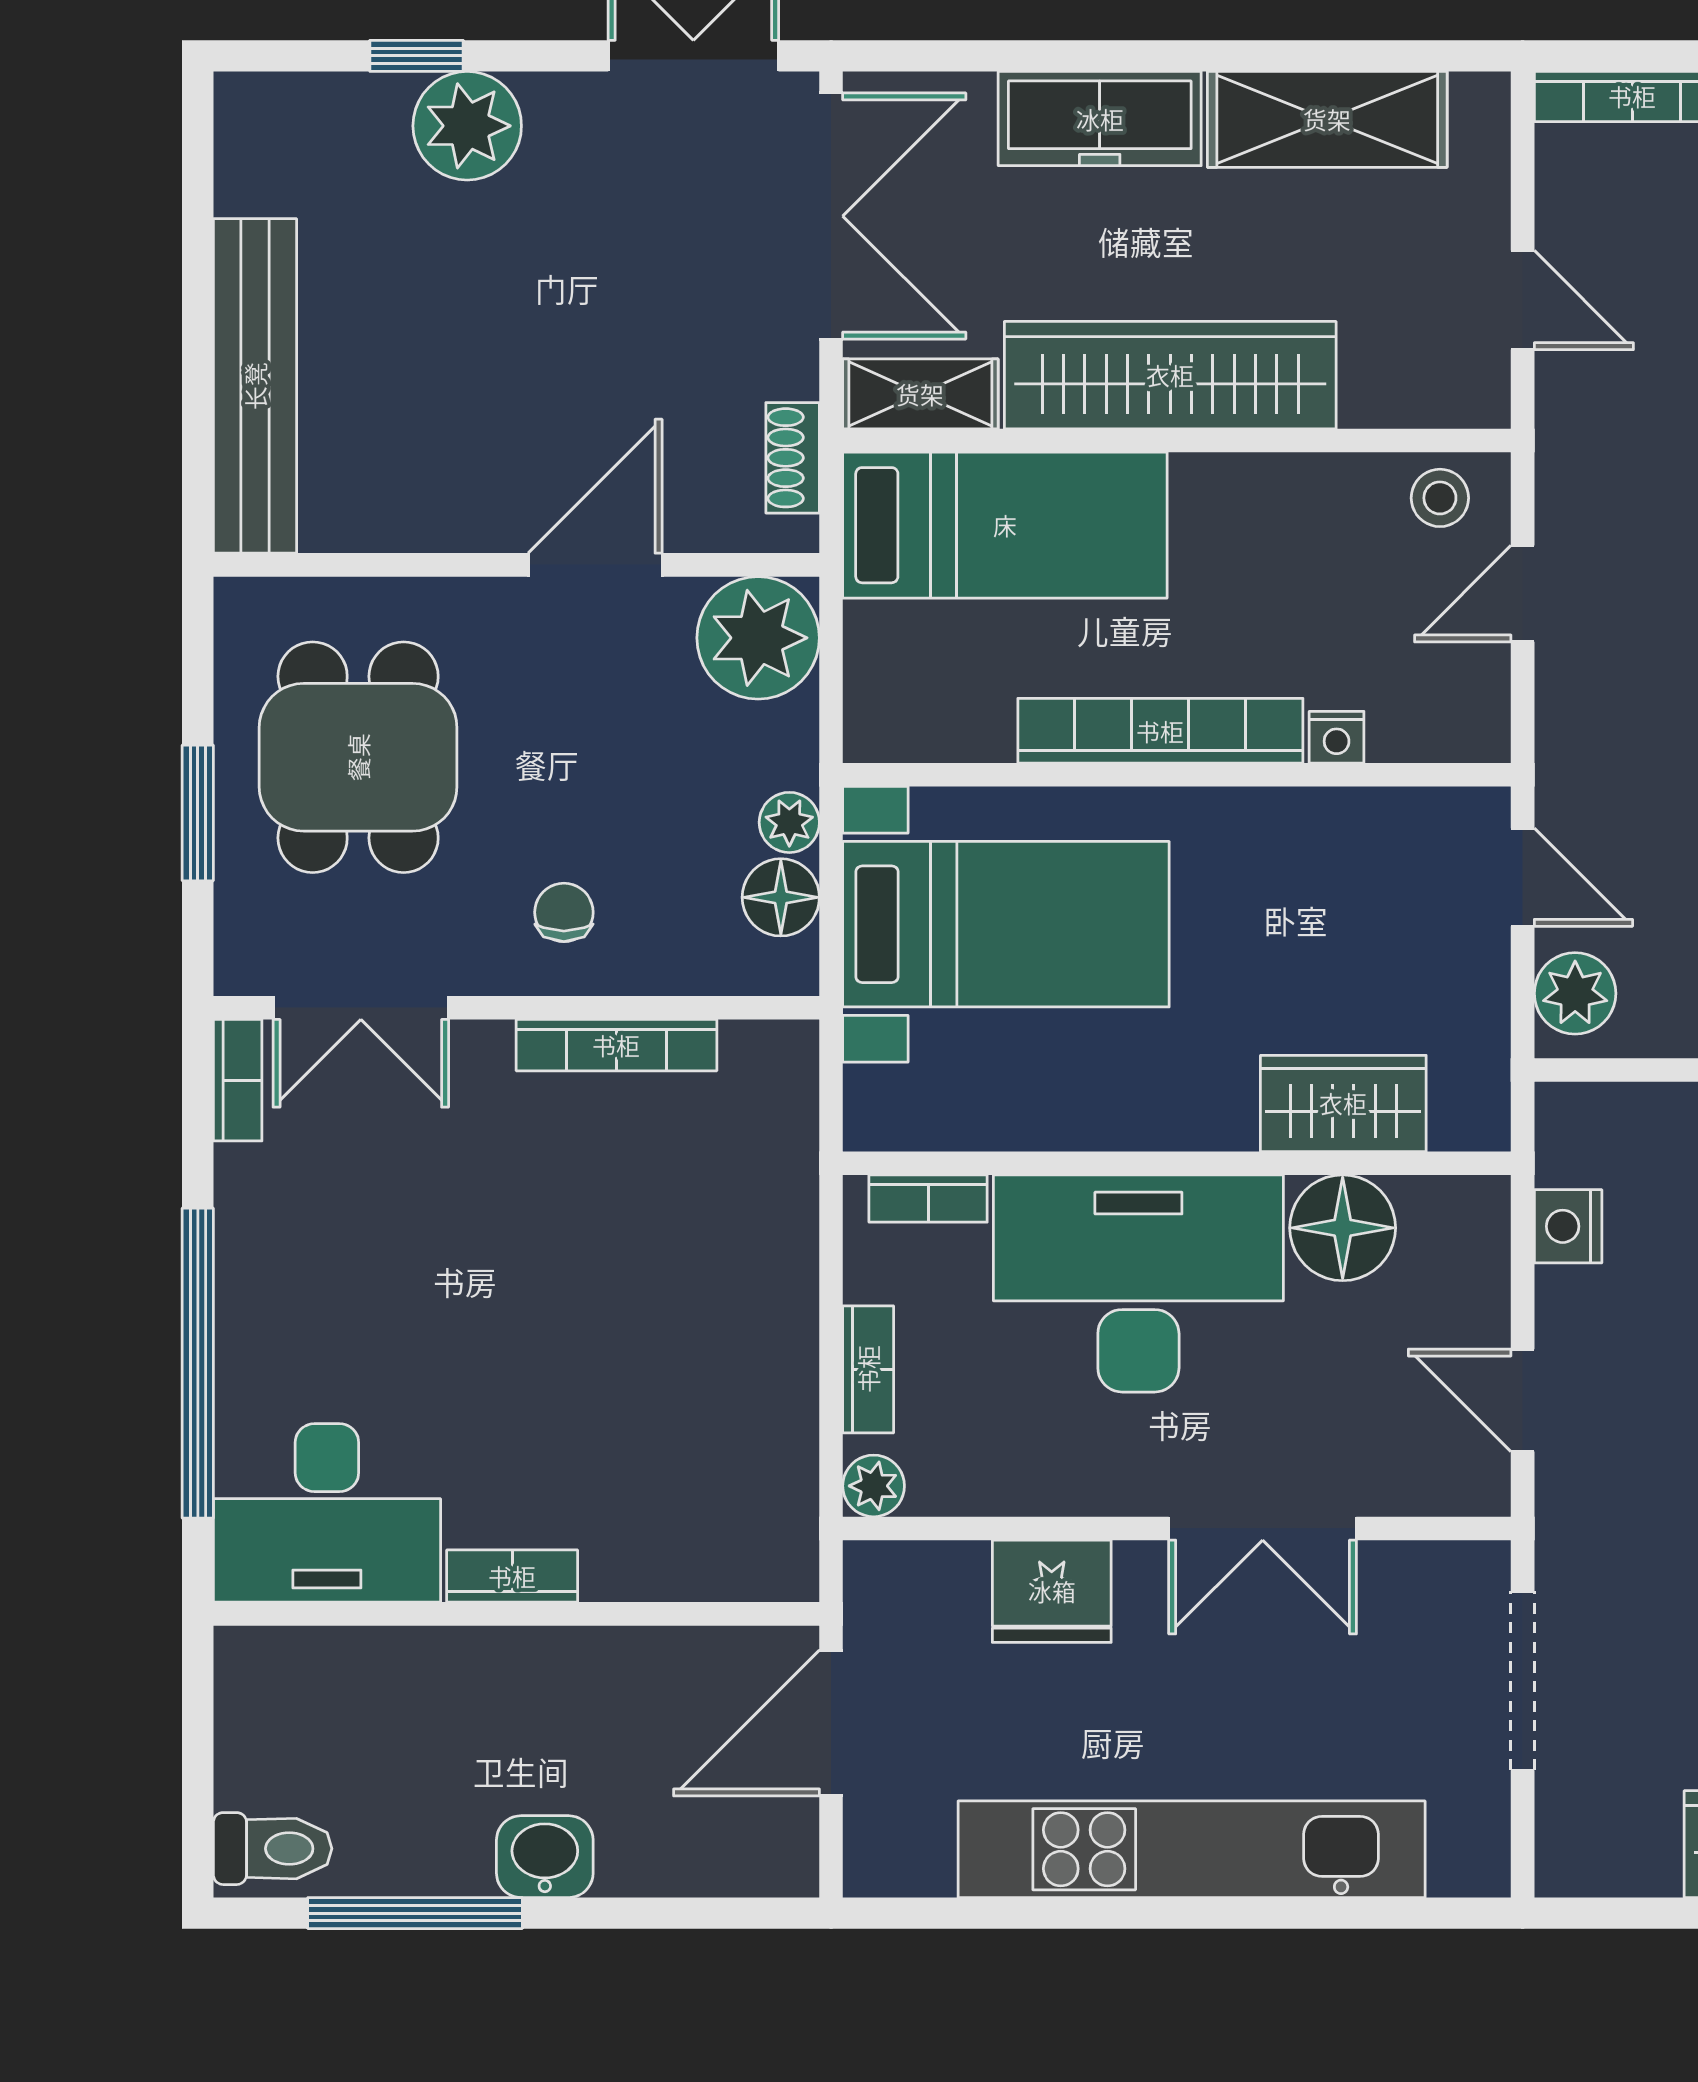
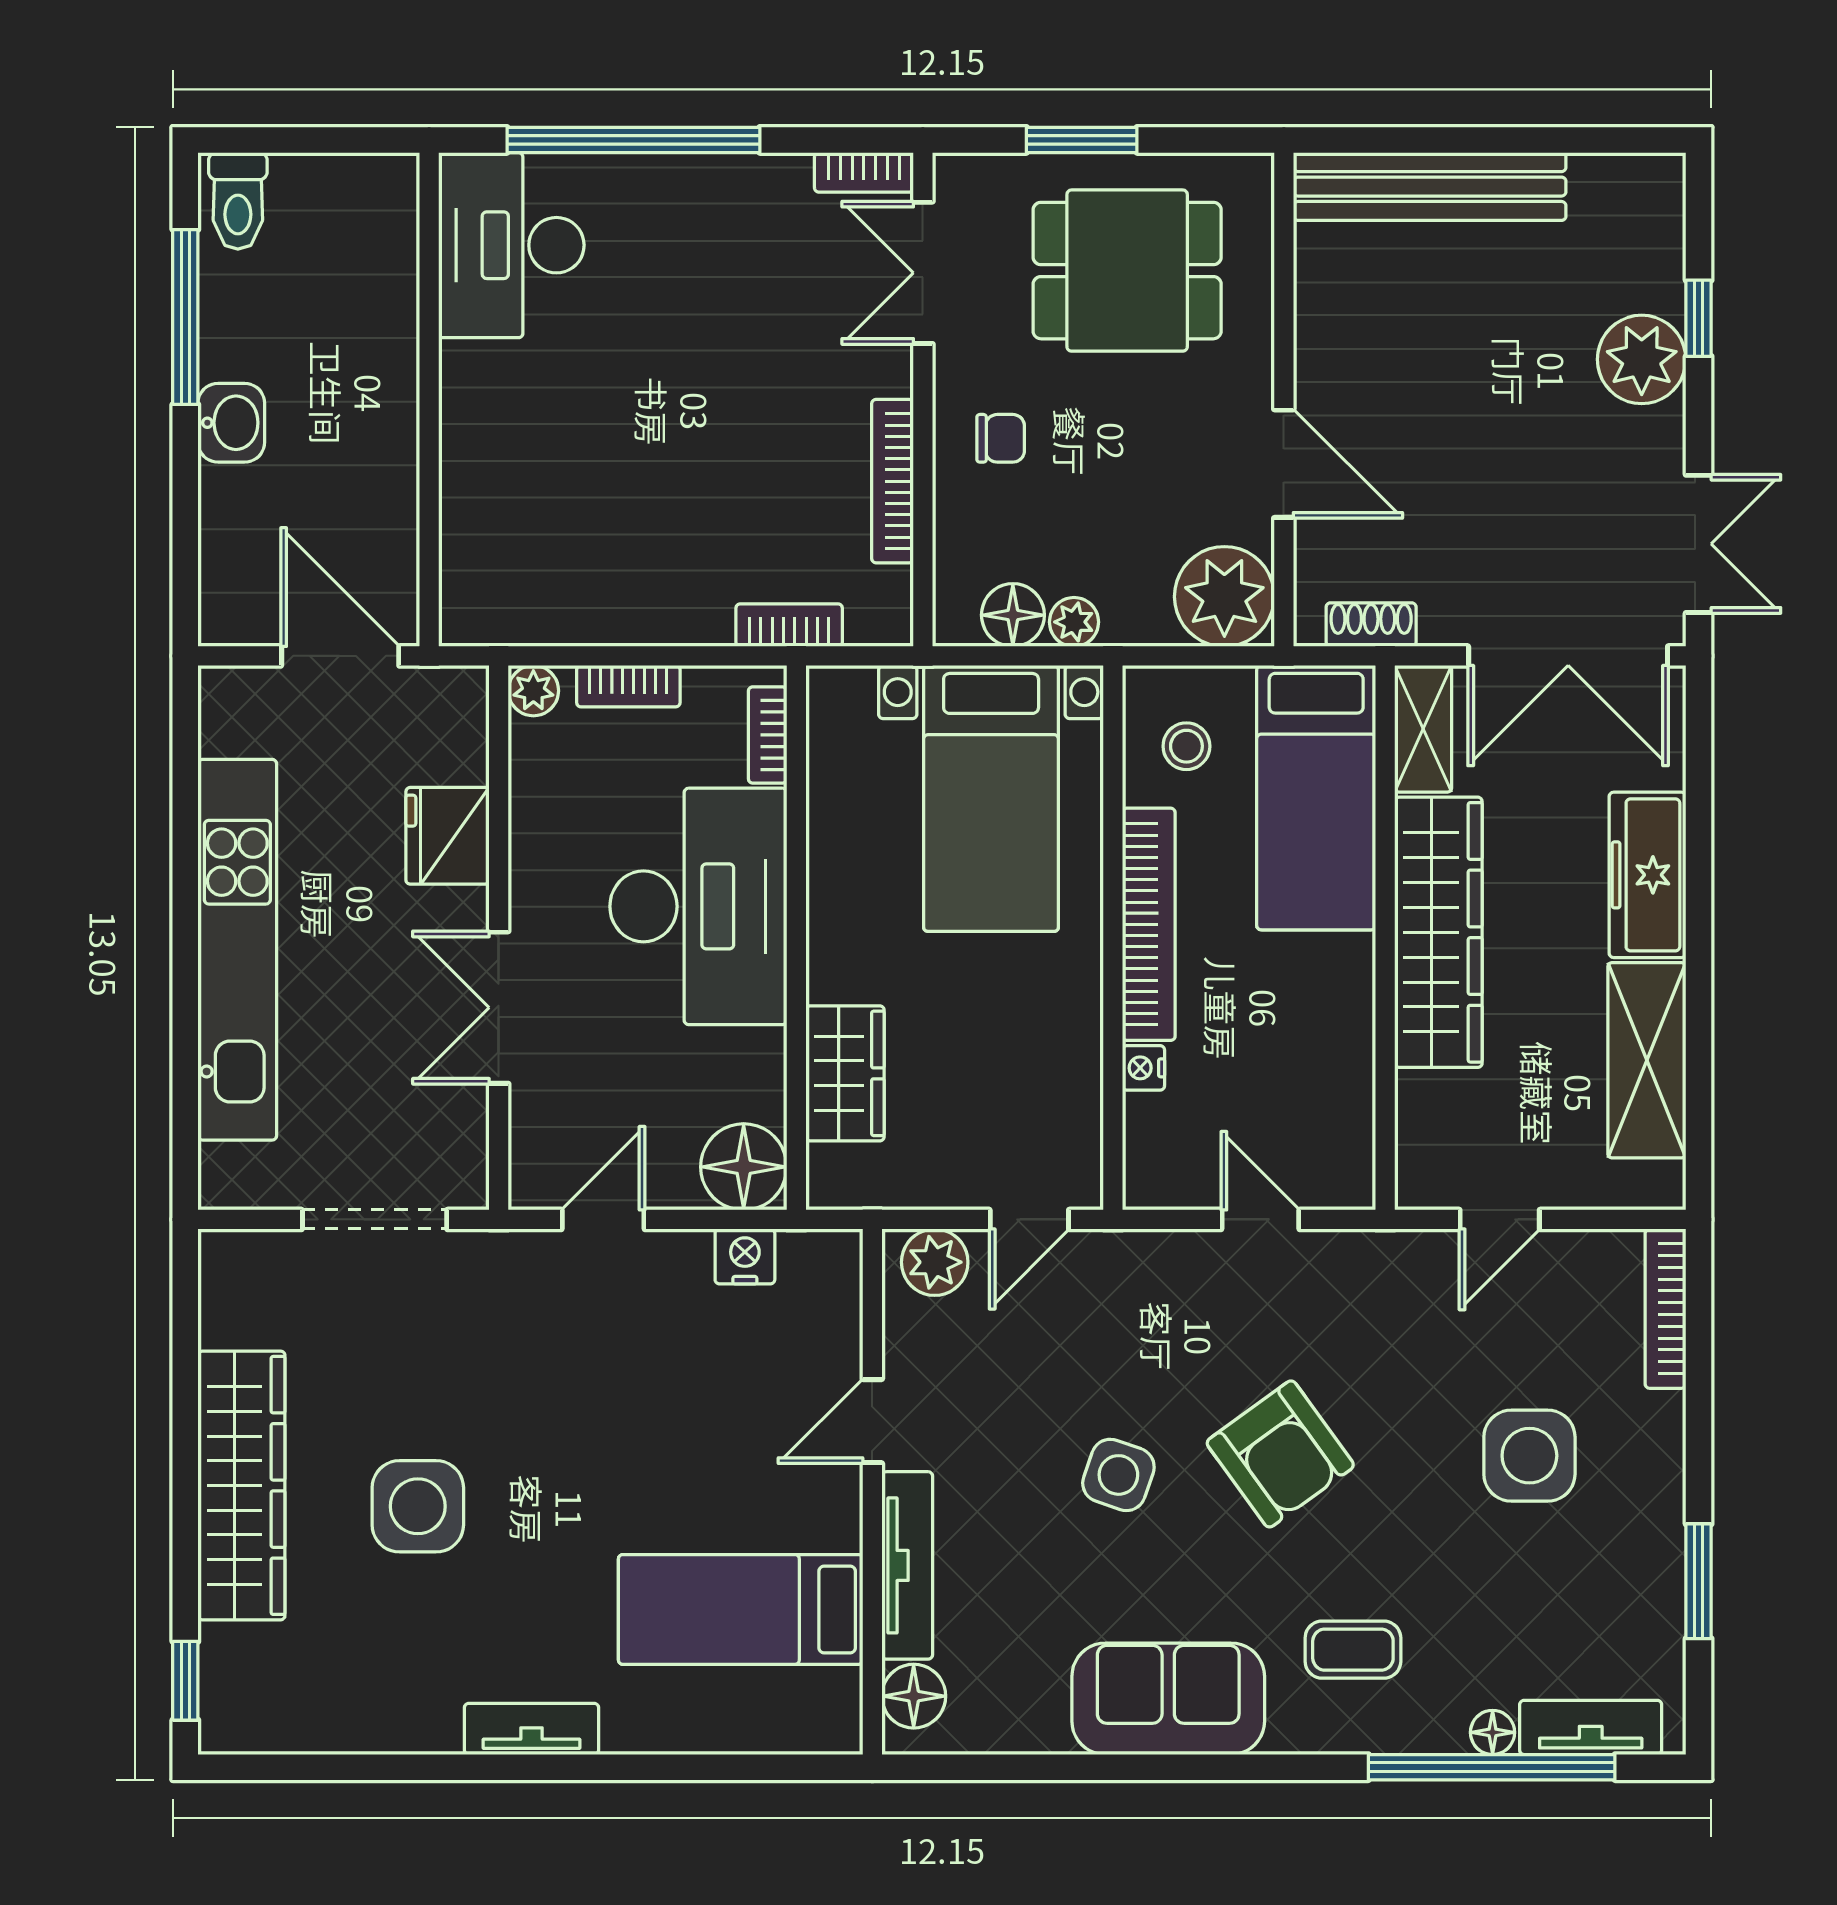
stool: (1440, 498) -> (1186, 746), moved
floor lamp: (1343, 1228) -> (744, 1167), moved
bookcase: (512, 1576) -> (789, 625), moved, turned -90

